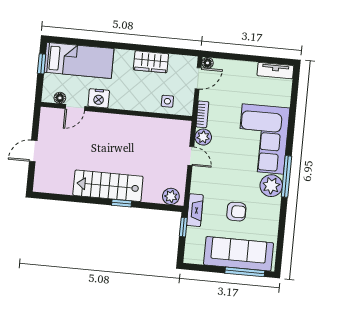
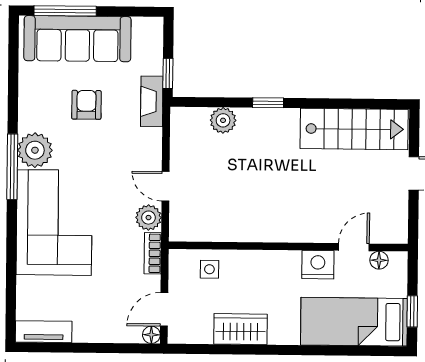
stairs: (108, 186) -> (354, 129), moved
plant: (171, 196) -> (223, 120), moved
armchair: (236, 212) -> (86, 105), turned 90

